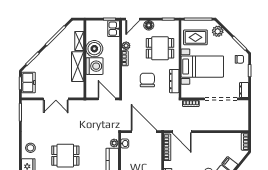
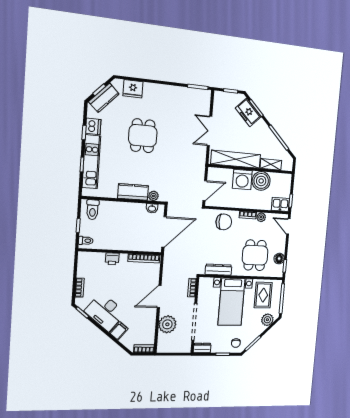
floor lamp: (149, 25) -> (279, 259), moved
shelving: (78, 67) -> (236, 159), width x1.47
chair: (147, 80) -> (224, 222), moved
freezer: (28, 82) -> (248, 112), moved, turned 45
plant: (223, 123) -> (167, 324), added
door: (182, 132) -> (159, 296), moved
stool: (30, 148) -> (155, 94), removed

